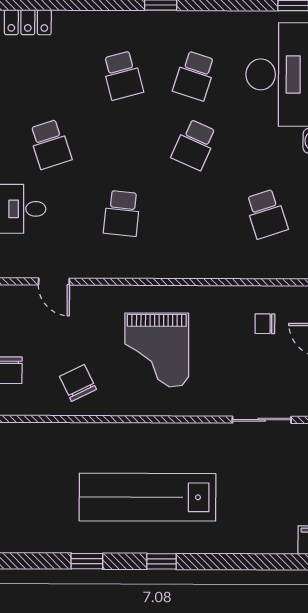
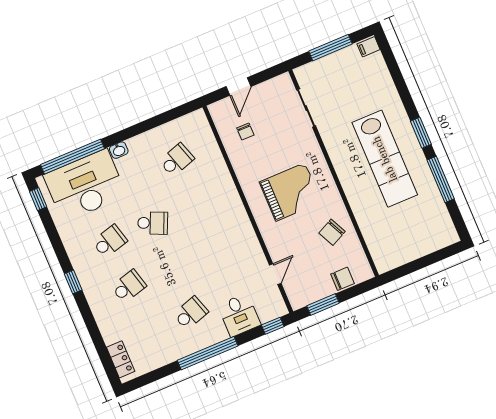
school desk: (195, 76) -> (110, 241), turned -33
school desk: (122, 213) -> (215, 250), removed
window: (87, 561) -> (441, 179), width x2.17
window: (161, 561) -> (421, 133), width x1.50

